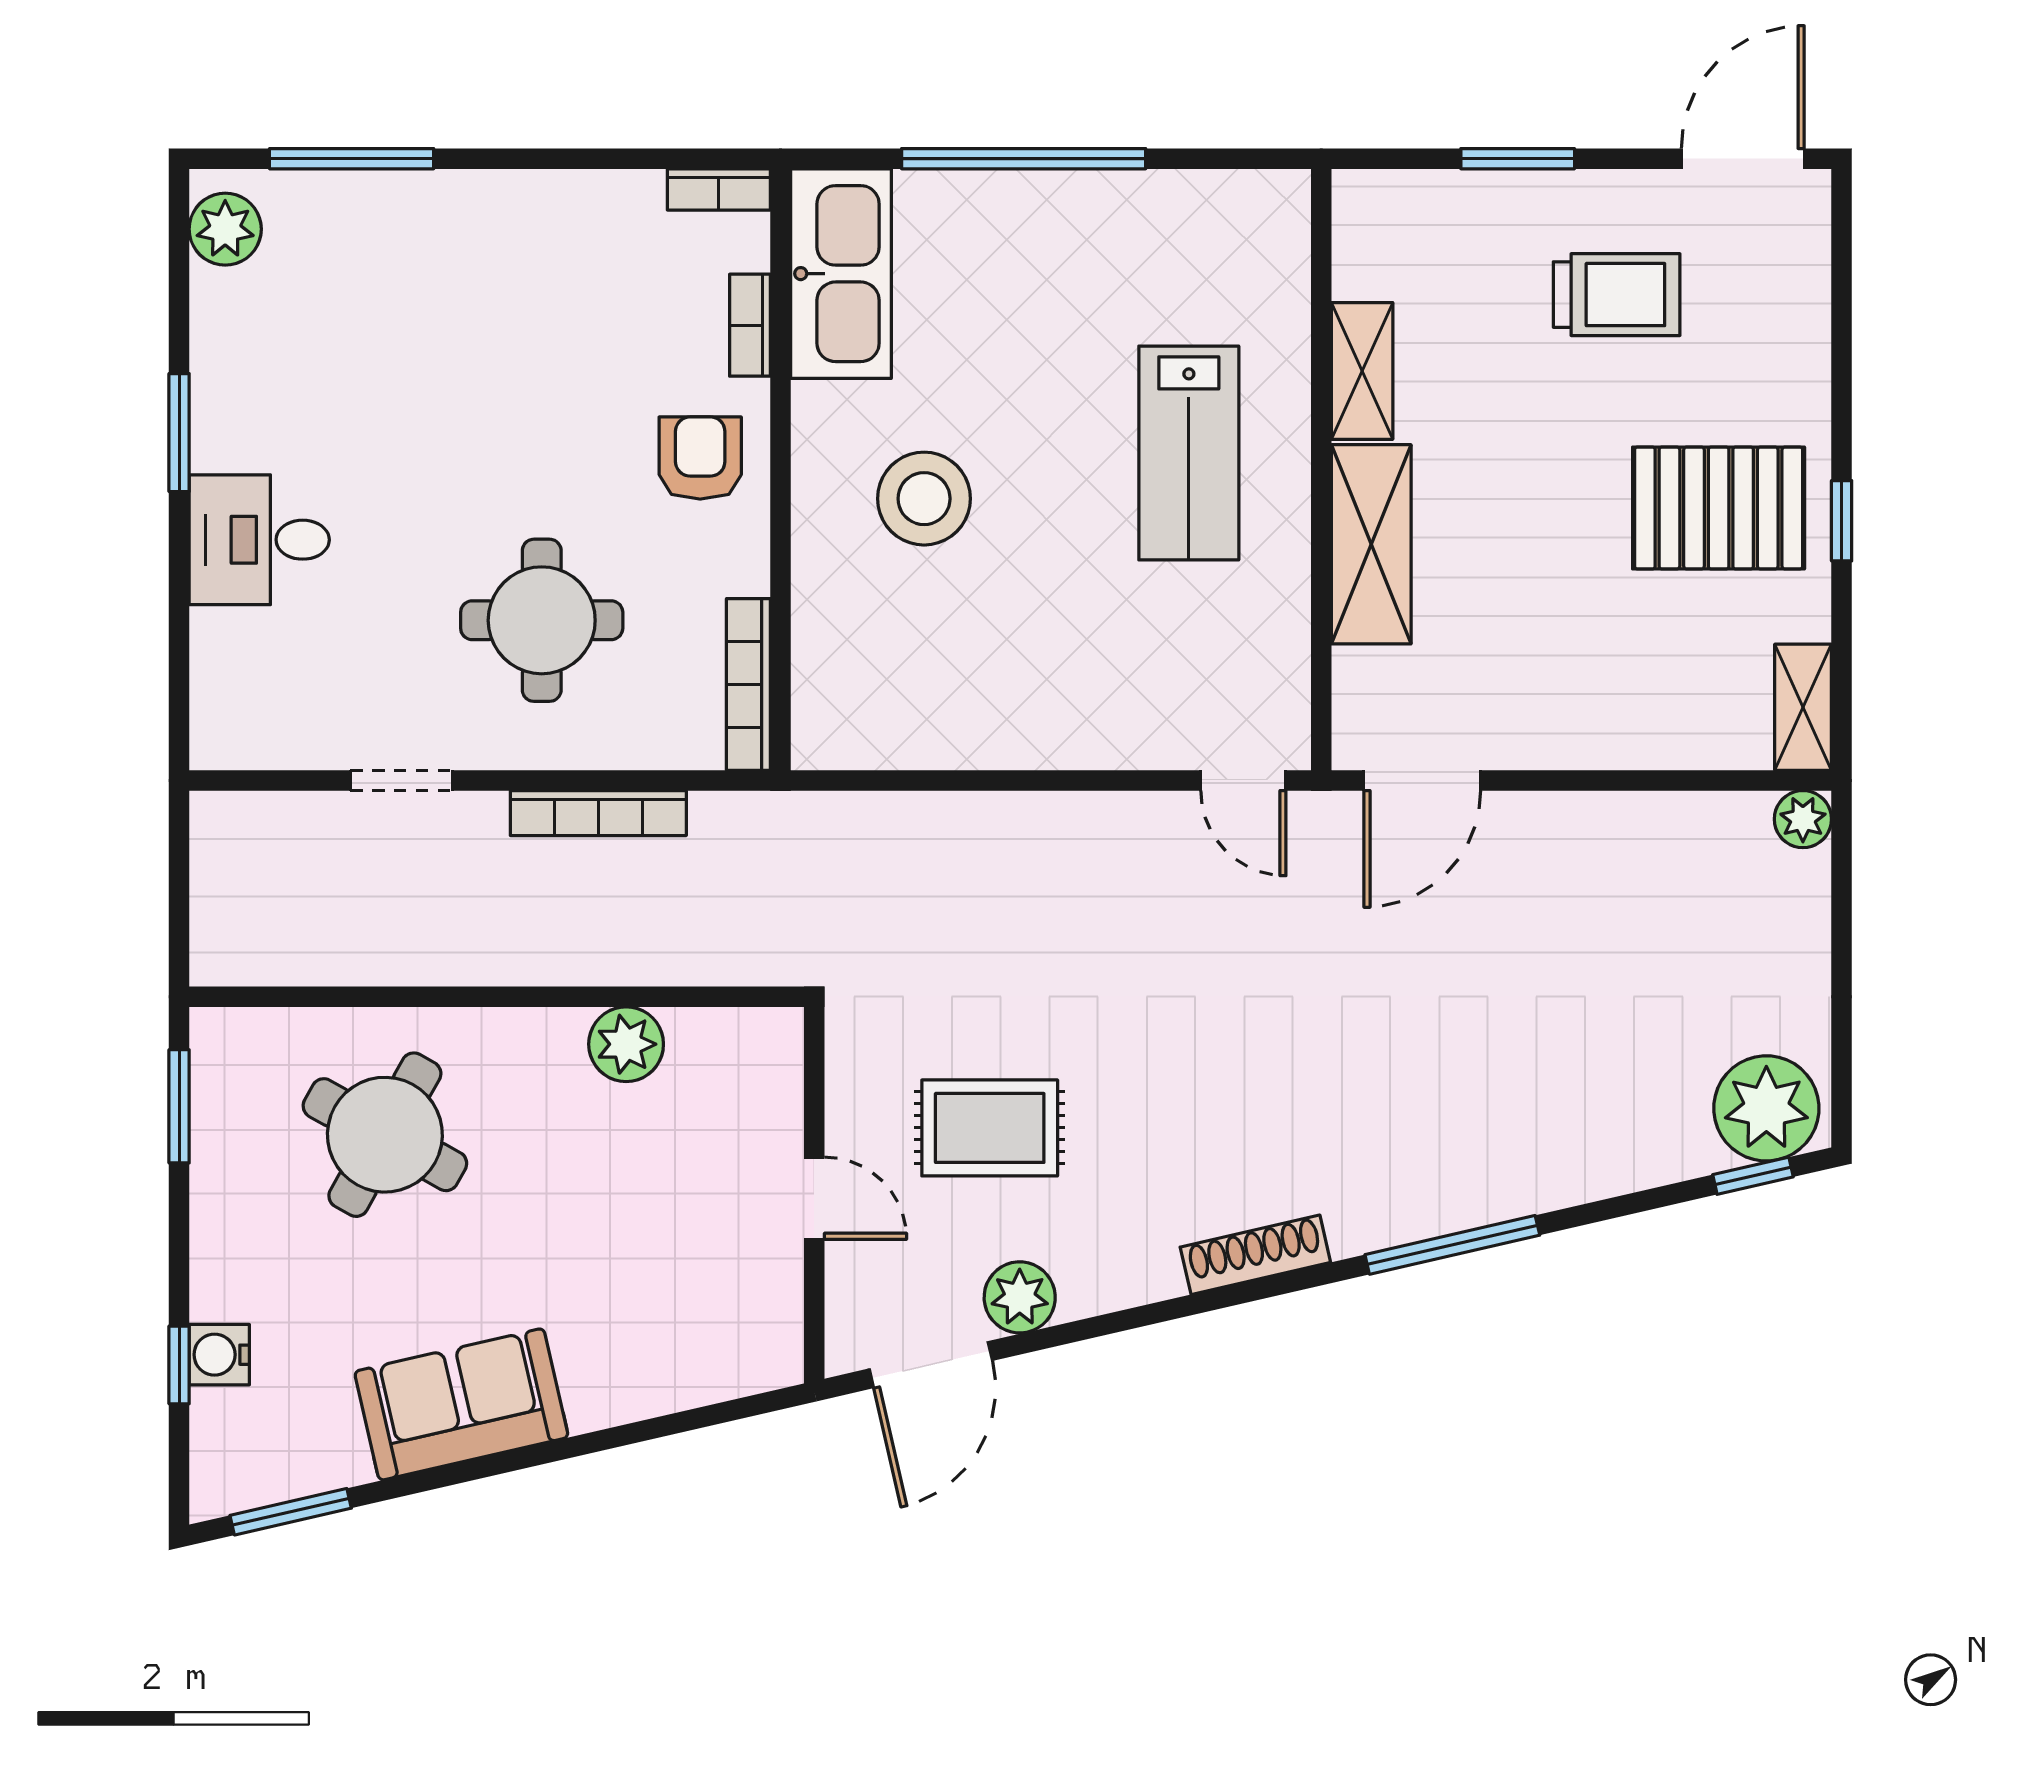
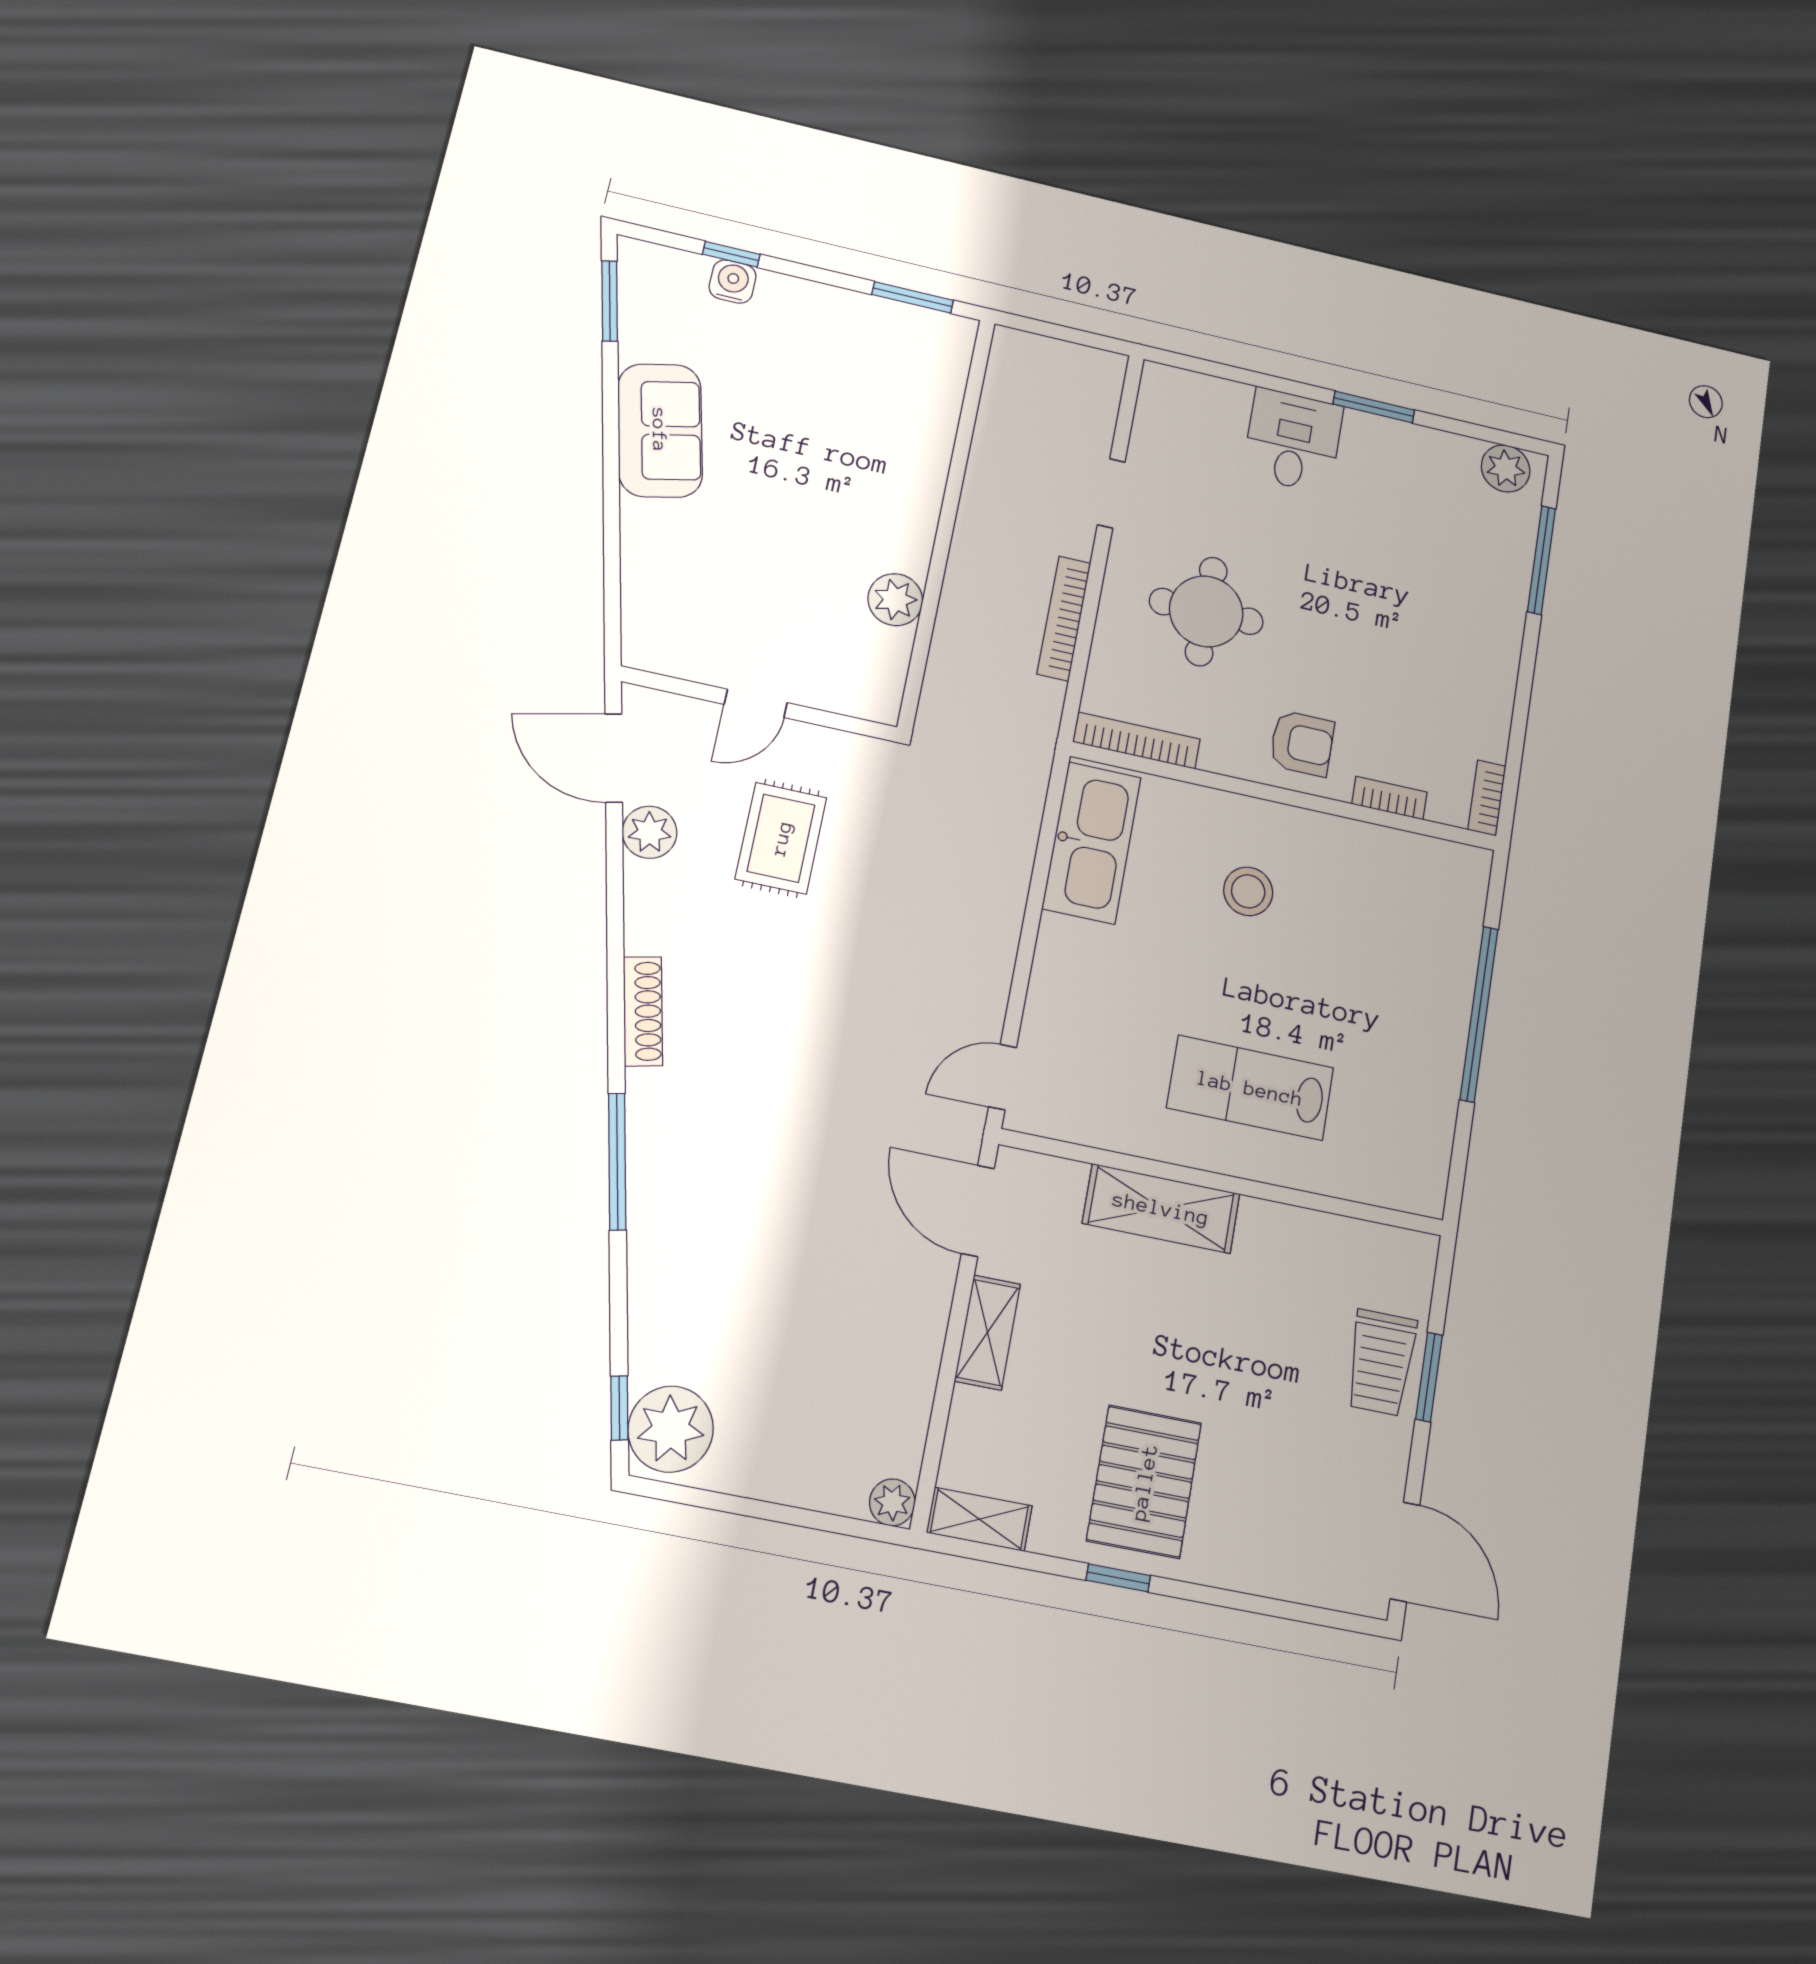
kitchen sink: (841, 274) -> (1092, 843), moved, turned -90
trolley: (1617, 295) -> (1381, 1363), moved
shelving: (1362, 371) -> (987, 1333), moved, turned 90
stool: (924, 499) -> (1248, 891), width x0.73, depth x0.73
round table: (385, 1135) -> (864, 425), removed

